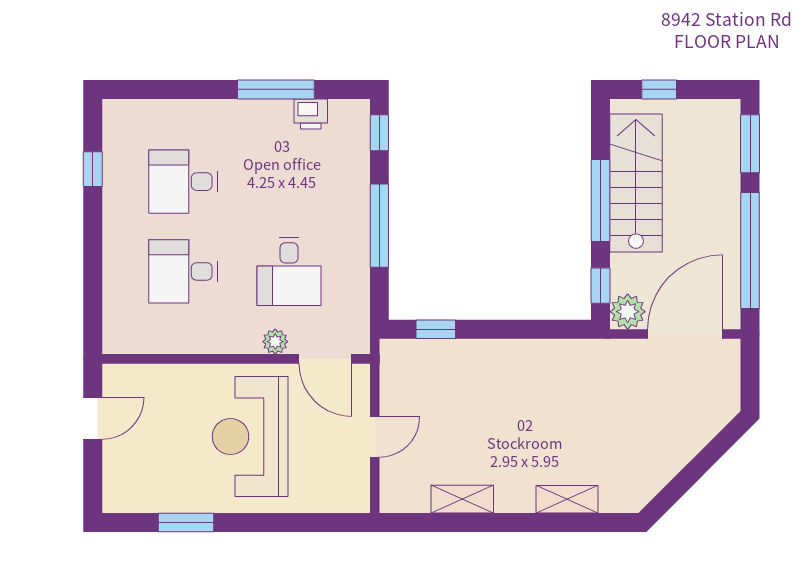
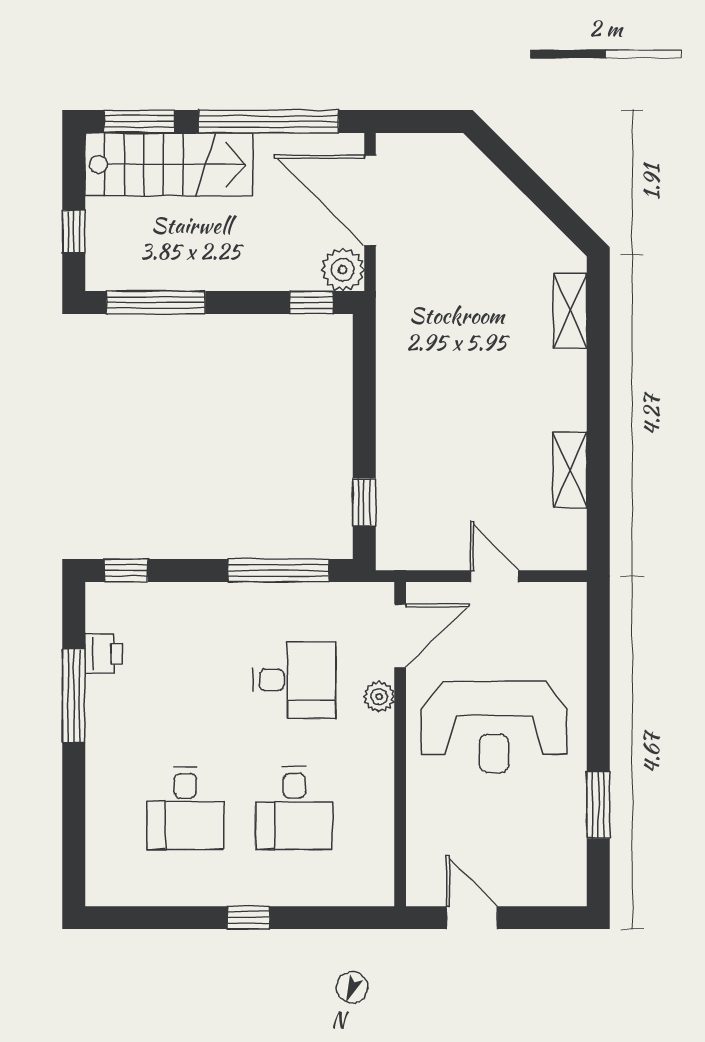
window: (93, 169) -> (249, 918), moved
stairs: (636, 183) -> (169, 164), moved, turned 180
window: (601, 200) -> (156, 303), moved
window: (379, 226) -> (278, 570), moved
shelving: (567, 499) -> (570, 311), moved

